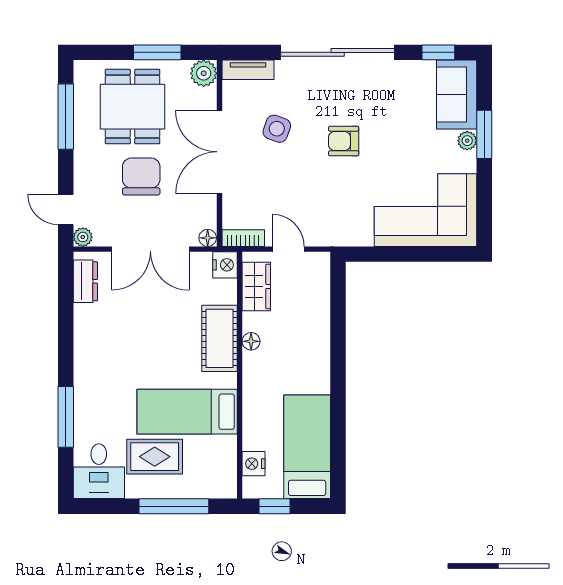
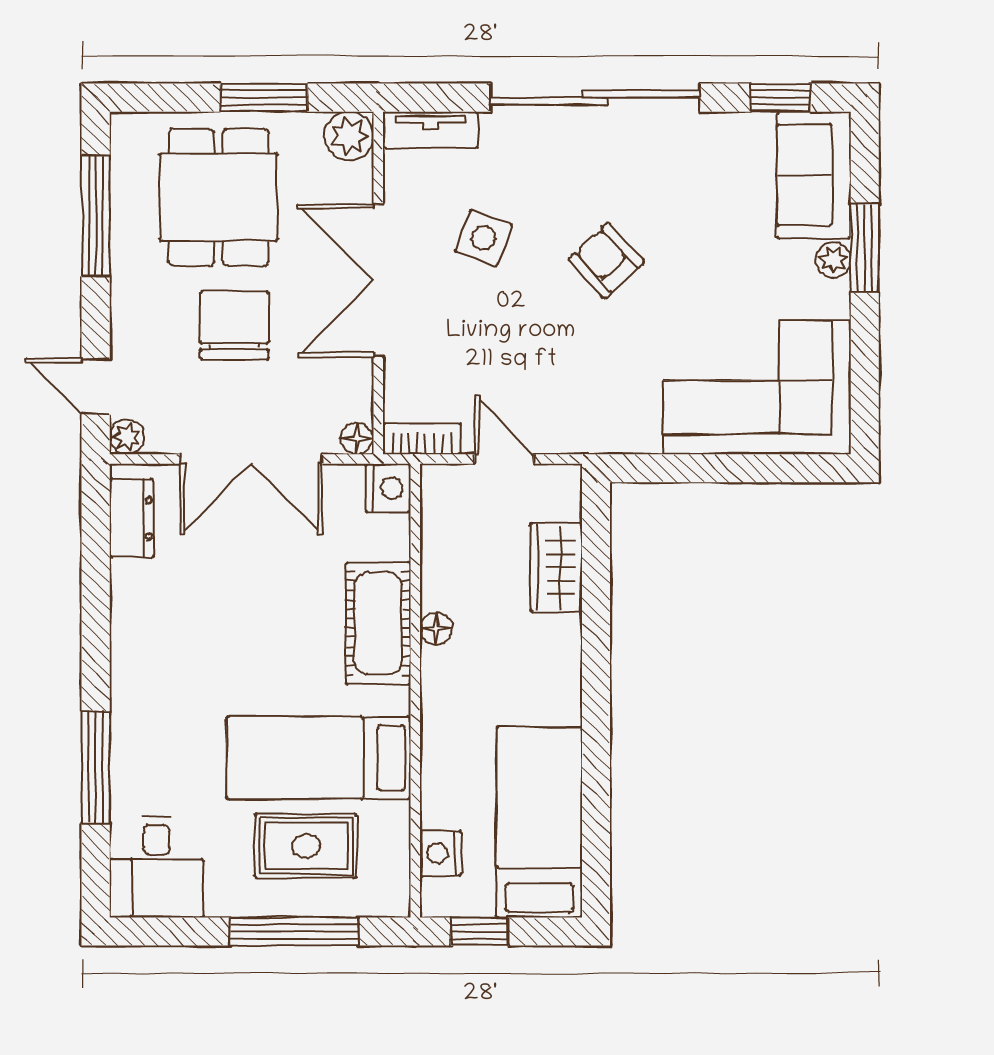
armchair: (344, 141) -> (606, 260), turned 47
wardrobe: (256, 286) -> (556, 567), moved, turned 180
rug: (155, 457) -> (306, 846), moved

